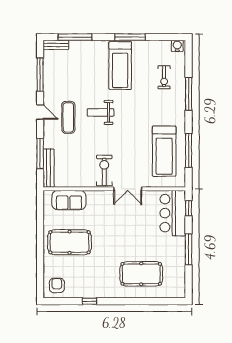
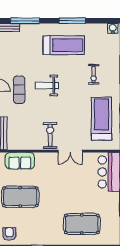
treadmill: (120, 66) -> (64, 45), turned -90
exercise bike: (164, 77) -> (94, 75), moved
treadmill: (164, 151) -> (102, 119), turned 180

